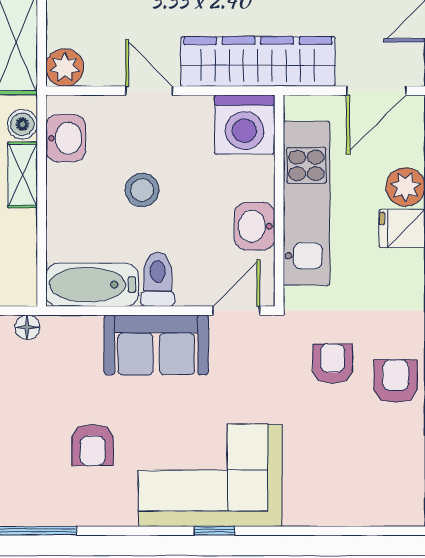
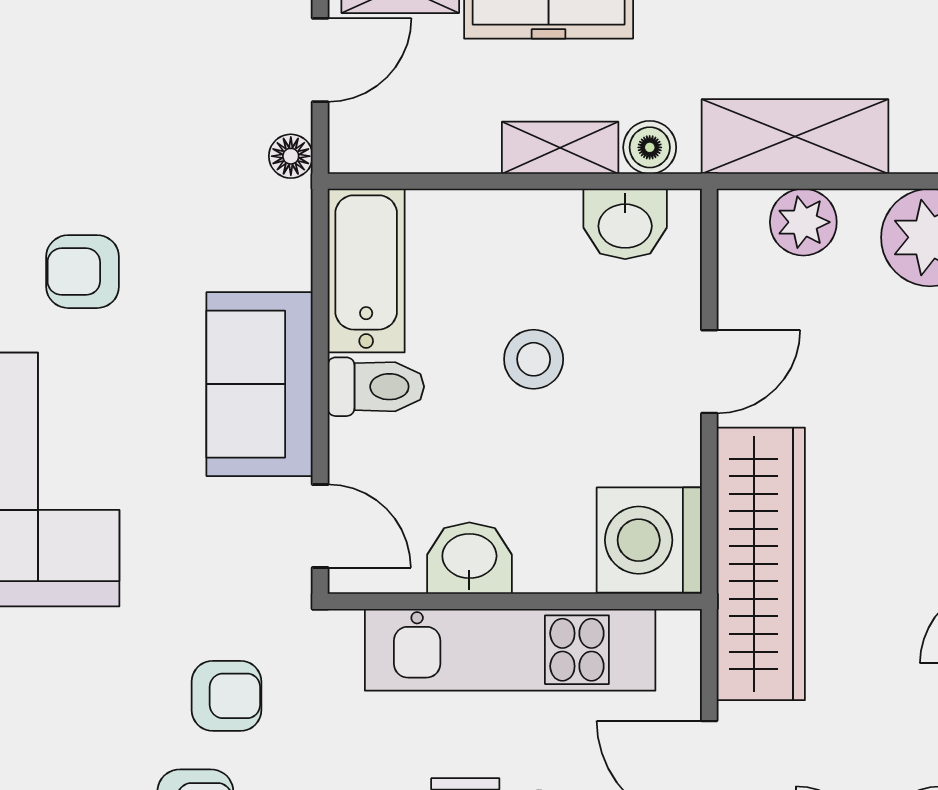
plant: (65, 67) -> (803, 222), moved

